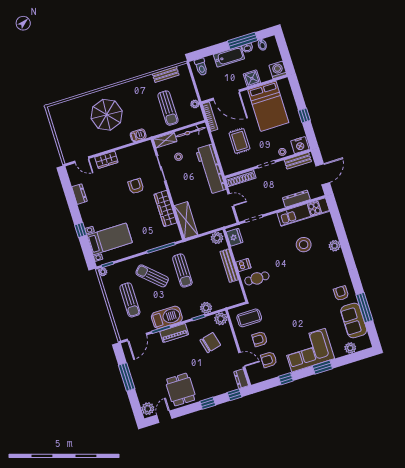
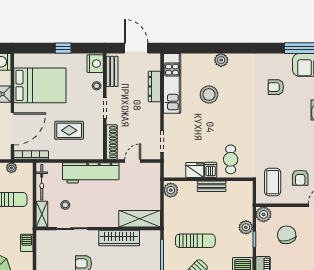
fridge: (235, 237) -> (195, 170), moved
bench: (229, 266) -> (212, 186), width x0.73
armchair: (341, 293) -> (276, 87), moved

